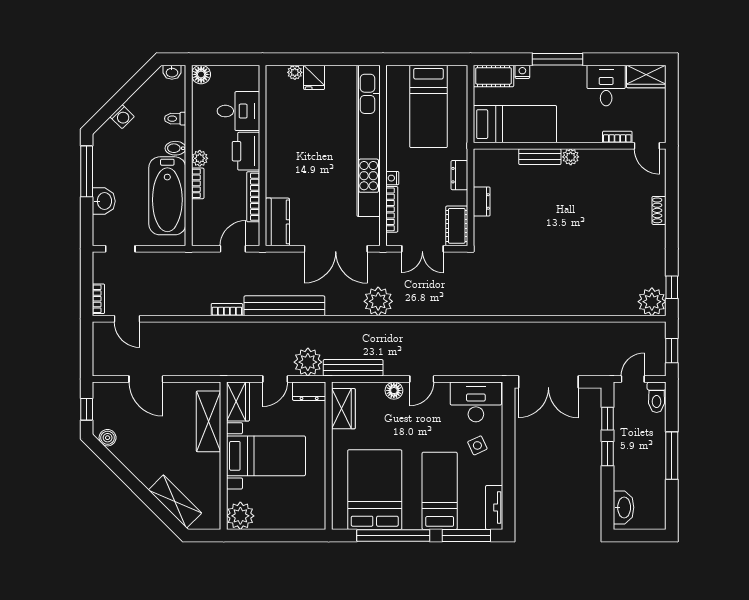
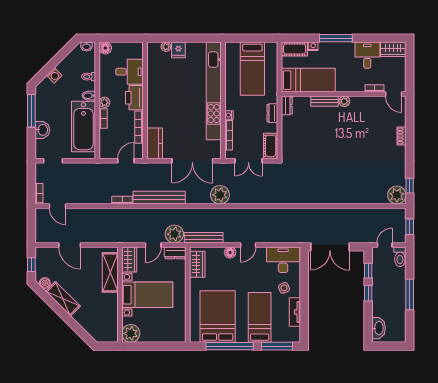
dresser: (482, 201) -> (287, 105), moved
shelving: (175, 502) -> (63, 299), moved
tv unit: (494, 507) -> (295, 312), moved

